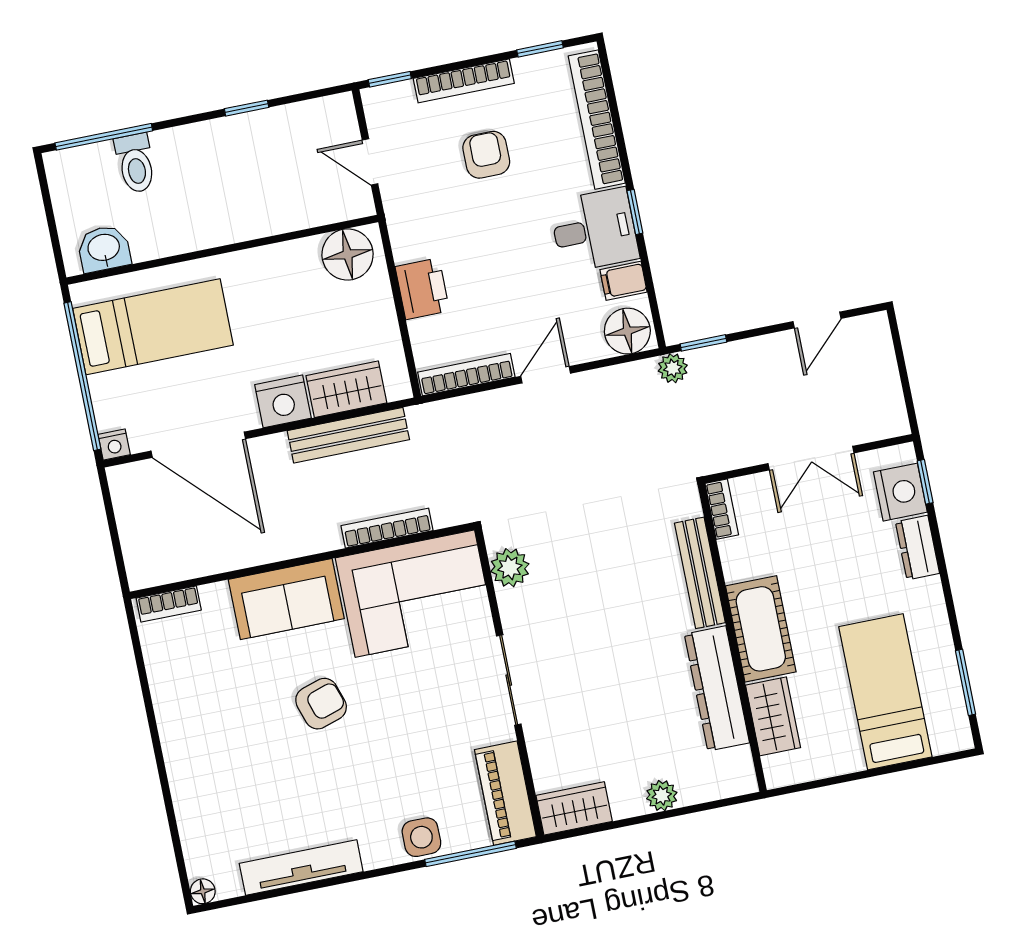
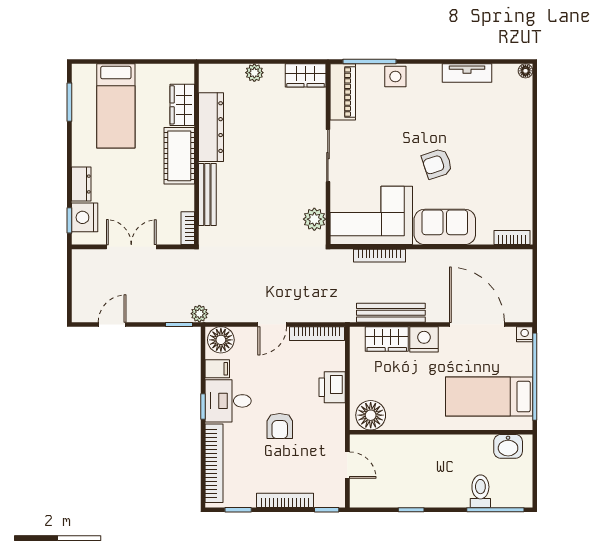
armchair: (486, 155) -> (280, 426), moved
tv unit: (301, 868) -> (467, 73), width x0.71

